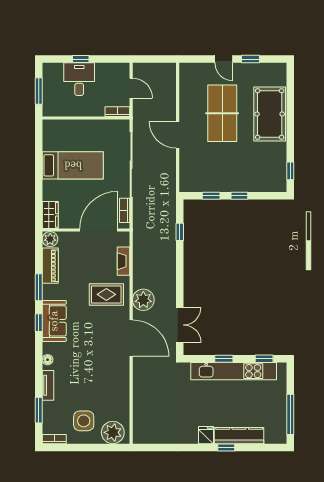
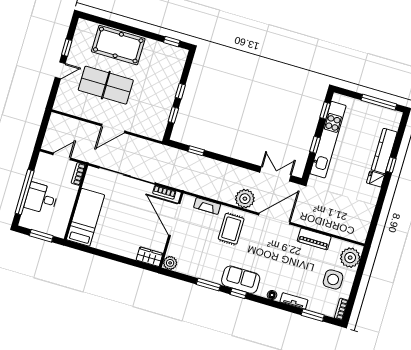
window: (81, 59) -> (25, 192), width x3.17
bed: (73, 165) -> (86, 217), moved
piano: (50, 266) -> (314, 239), moved, turned 180

